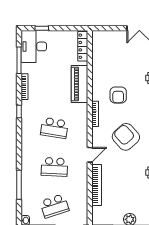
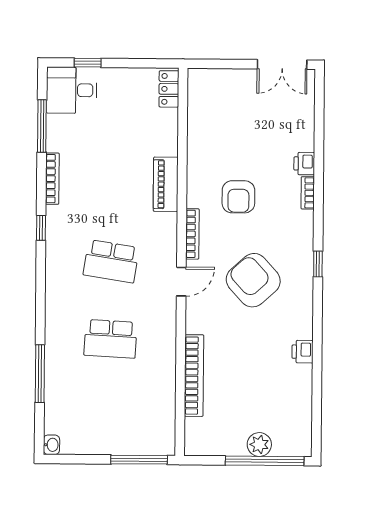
desk: (34, 46) -> (72, 90), width x0.73
locker: (83, 46) -> (169, 89), width x0.66
piano: (80, 84) -> (166, 184), width x0.73, depth x0.75
door: (90, 155) -> (181, 282), moved
school desk: (54, 206) -> (110, 416), removed

